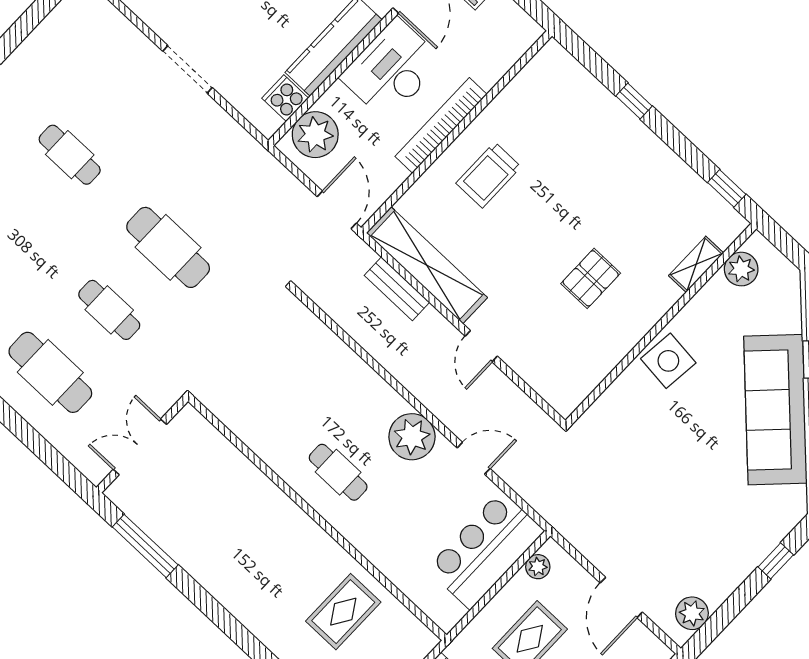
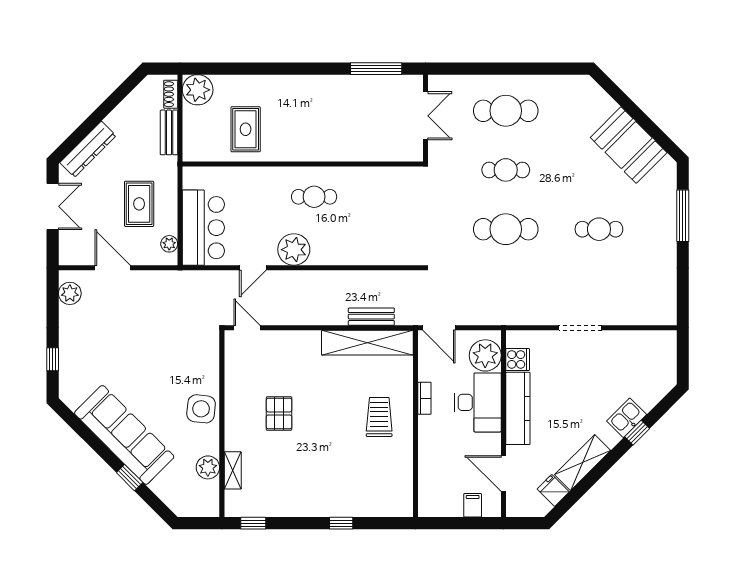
desk: (392, 69) -> (478, 402), moved
bookcase: (441, 125) -> (424, 398), width x0.43, depth x0.76
plant: (741, 269) -> (208, 467), moved
door: (481, 346) -> (247, 328), moved

